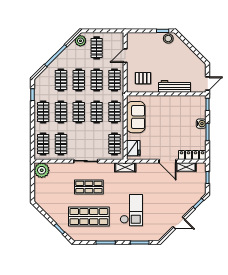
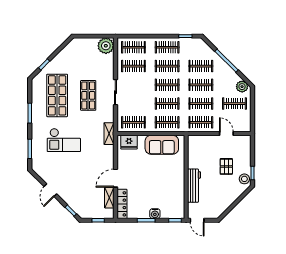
pallet: (143, 78) -> (226, 166), moved

